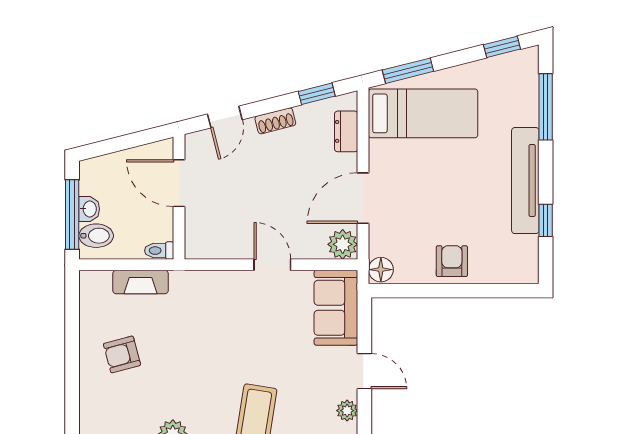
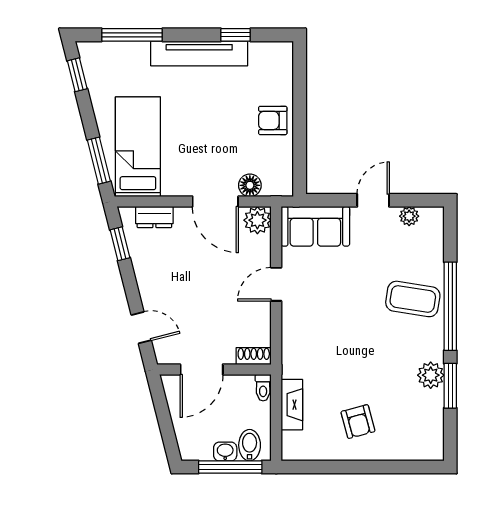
shoe rack: (275, 121) -> (254, 356), moved, turned -76
floor lamp: (381, 270) -> (250, 185), moved

